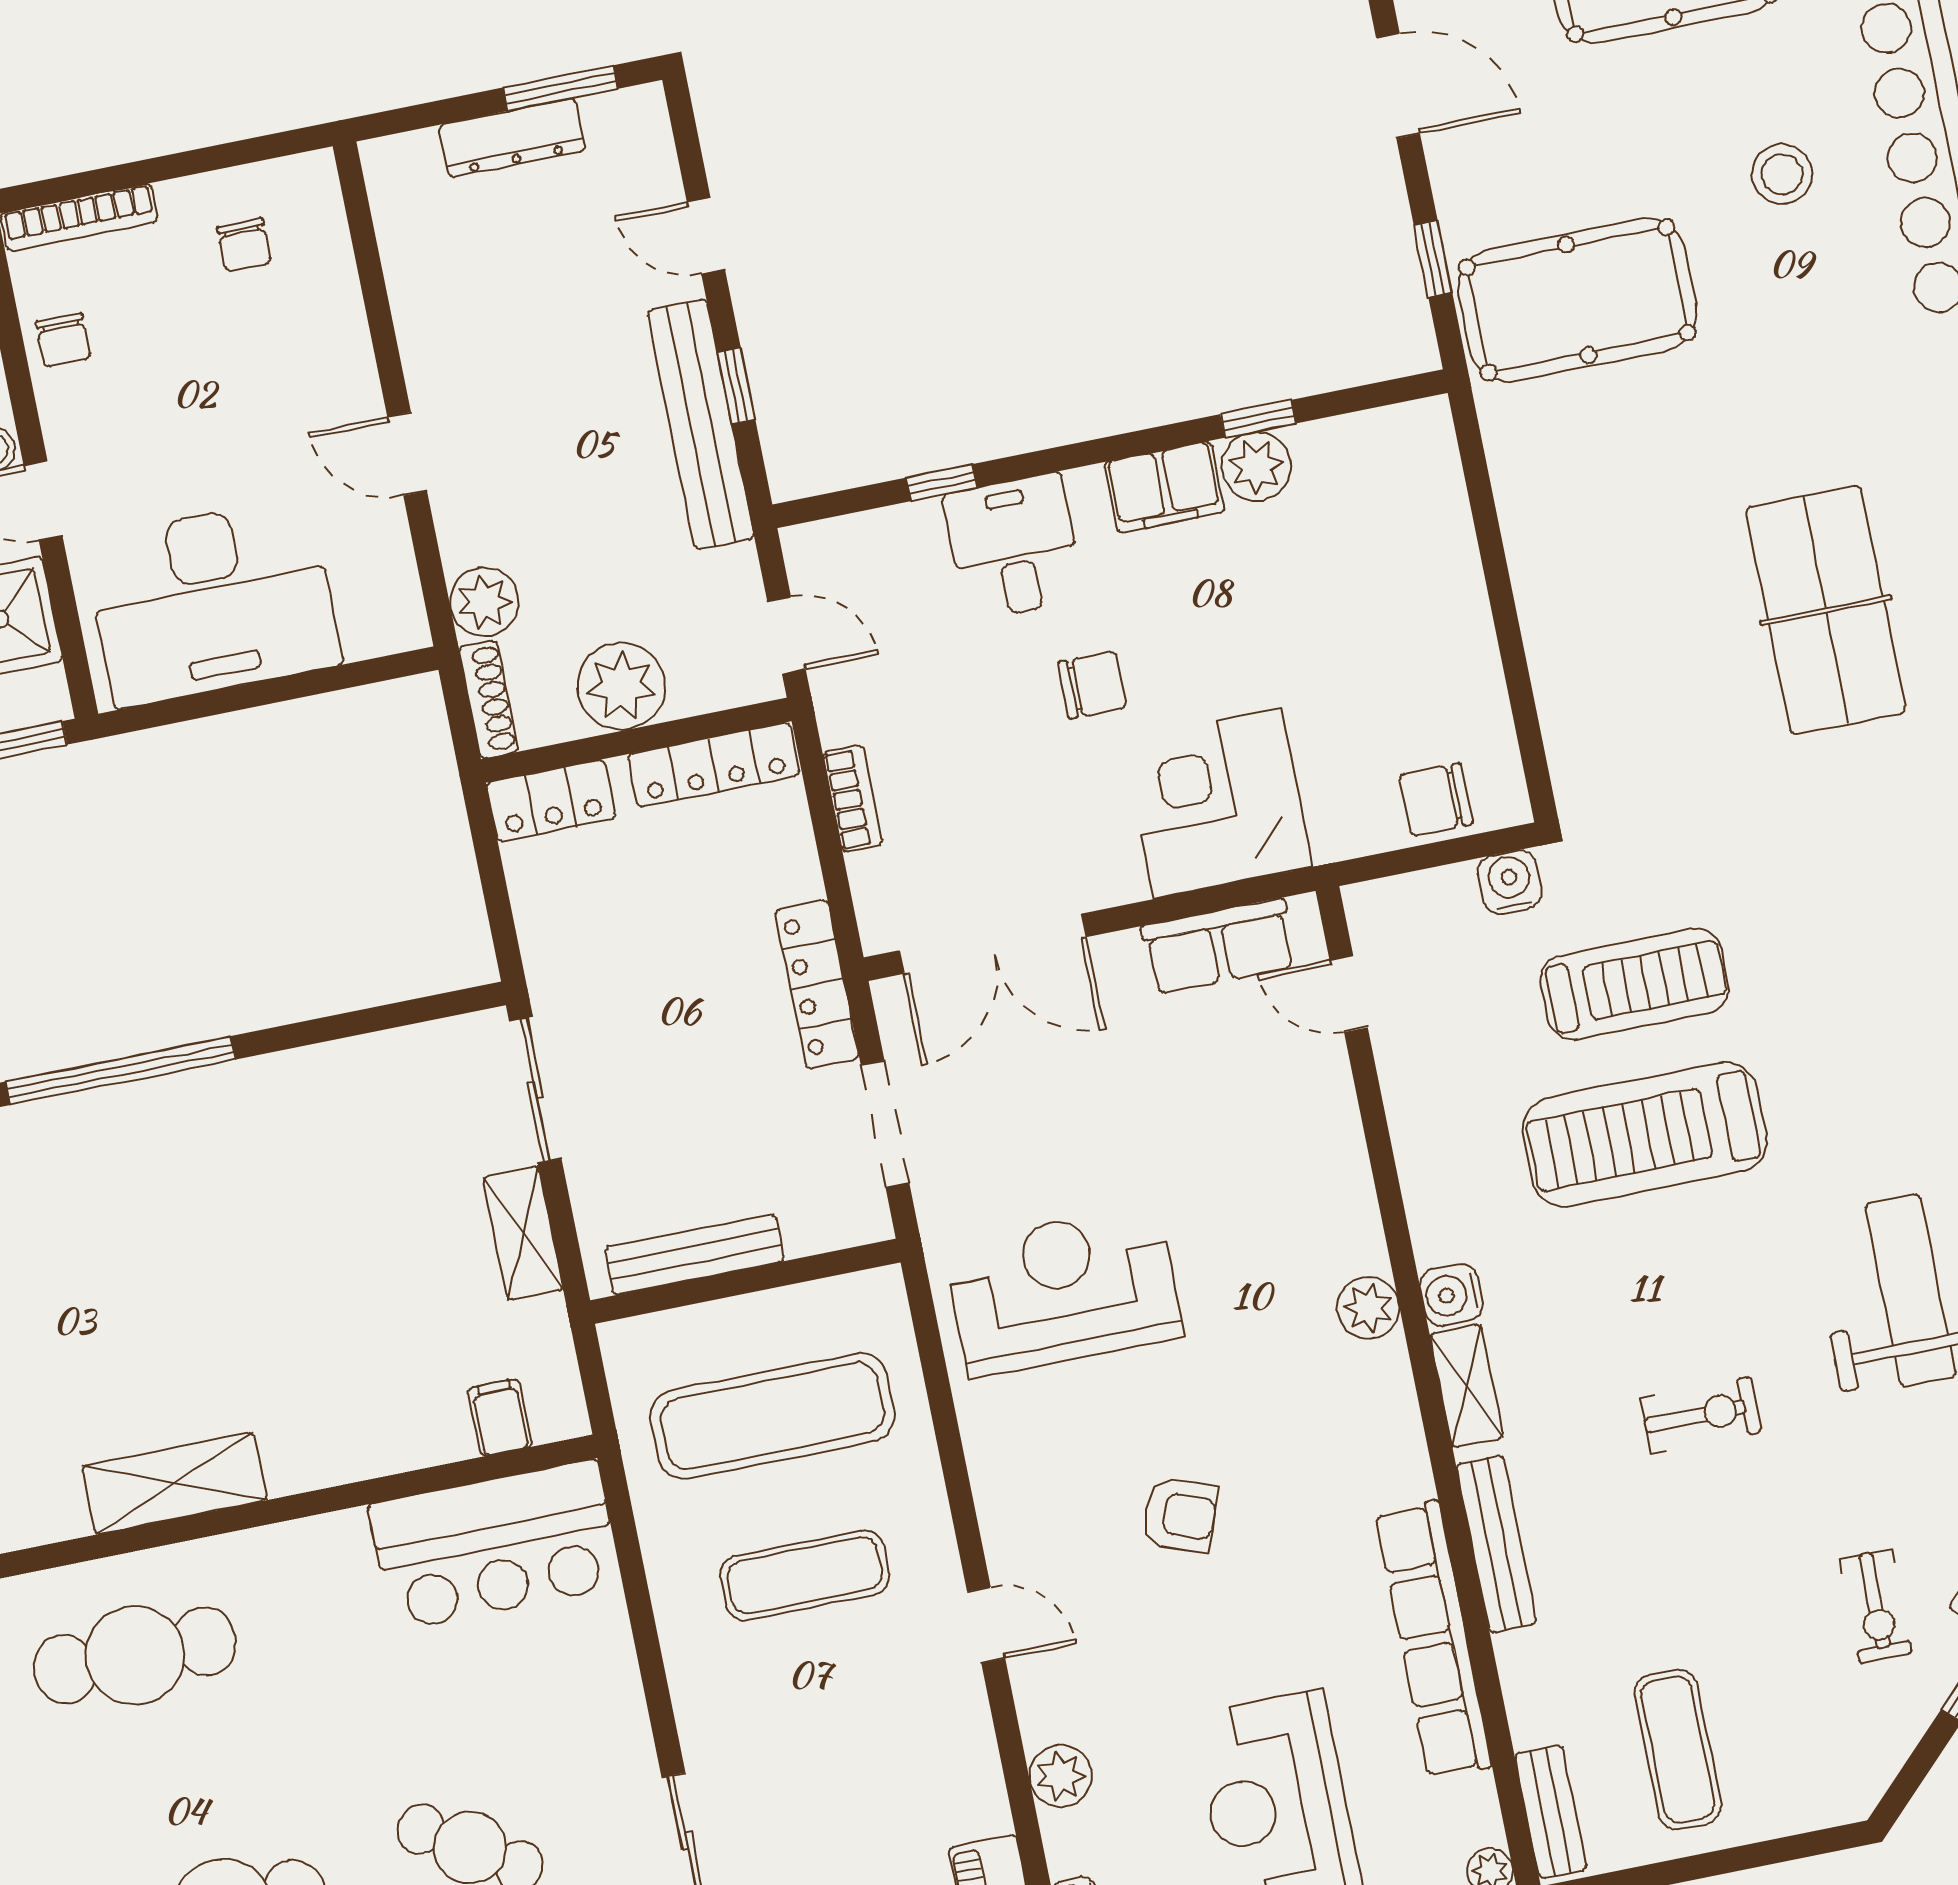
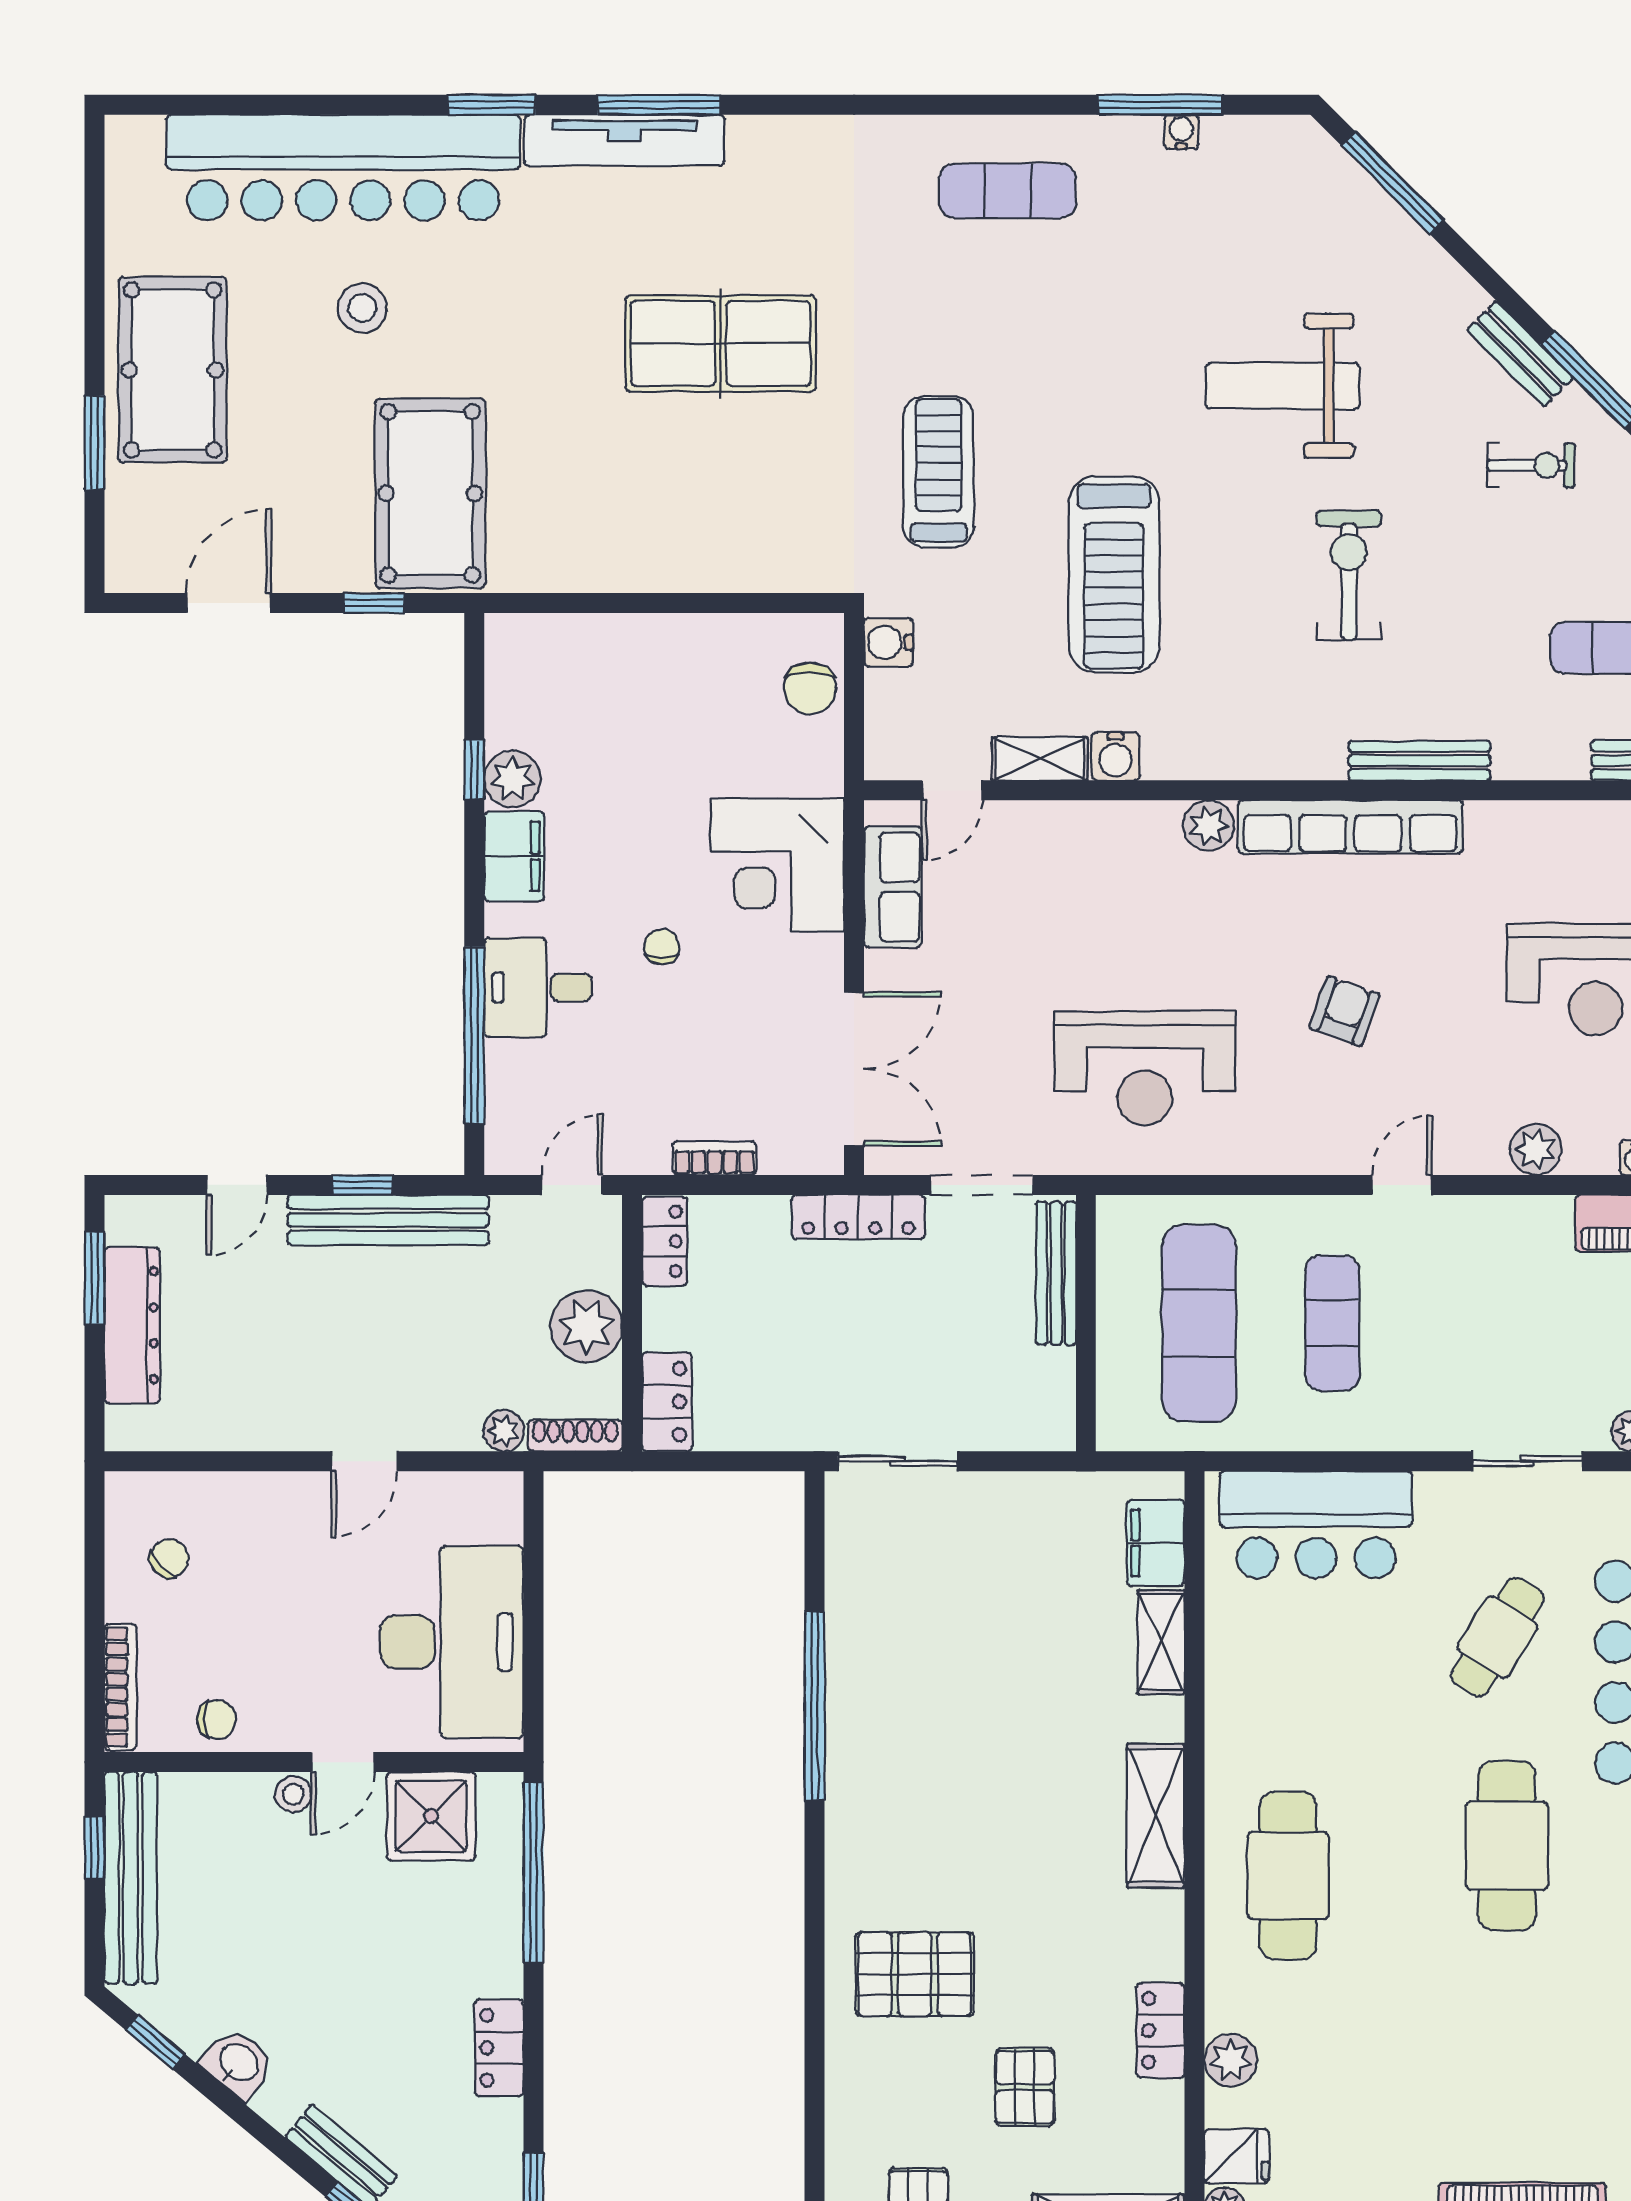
dresser: (512, 138) -> (132, 1325), width x1.37, depth x1.24
chair: (244, 245) -> (169, 1558), turned -43
window: (942, 483) -> (474, 1035), width x3.17
plant: (484, 602) -> (504, 1431), width x0.73, depth x0.73
chair: (1092, 685) -> (662, 947), width x0.73, depth x0.73
locker: (714, 765) -> (664, 1241), width x0.66
treadmill: (1635, 984) -> (939, 472), moved
window: (121, 1071) -> (815, 1706), moved
shelving: (523, 1233) -> (1161, 1642), moved, turned 90
bench: (694, 1254) -> (1056, 1273), moved
reception desk: (1063, 1290) -> (1145, 1068), turned -90
water cooler: (1451, 1295) -> (1116, 756), moved
shelving: (1467, 1386) -> (1040, 759), moved
exercise bike: (1700, 1415) -> (1349, 575), width x1.38, depth x1.39
filing cabinet: (500, 1417) -> (1156, 1543), width x2.00
bar counter: (495, 1545) -> (1316, 1525), moved, turned 90
row of seats: (1433, 1640) -> (1350, 827), moved

